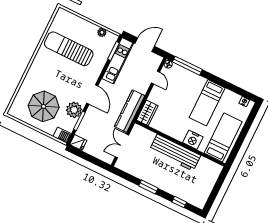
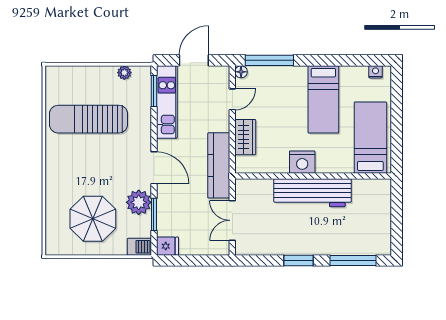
door: (156, 77) -> (232, 99), hinge flipped
wardrobe: (147, 113) -> (245, 137), moved
nightstand: (193, 140) -> (302, 162), moved
window: (179, 202) -> (353, 260), width x2.17

